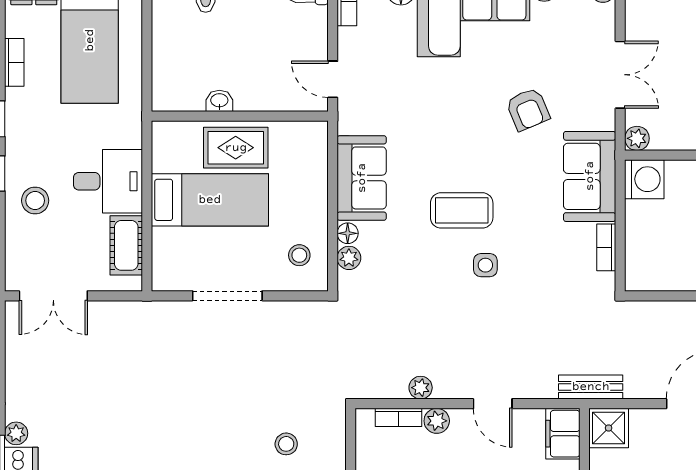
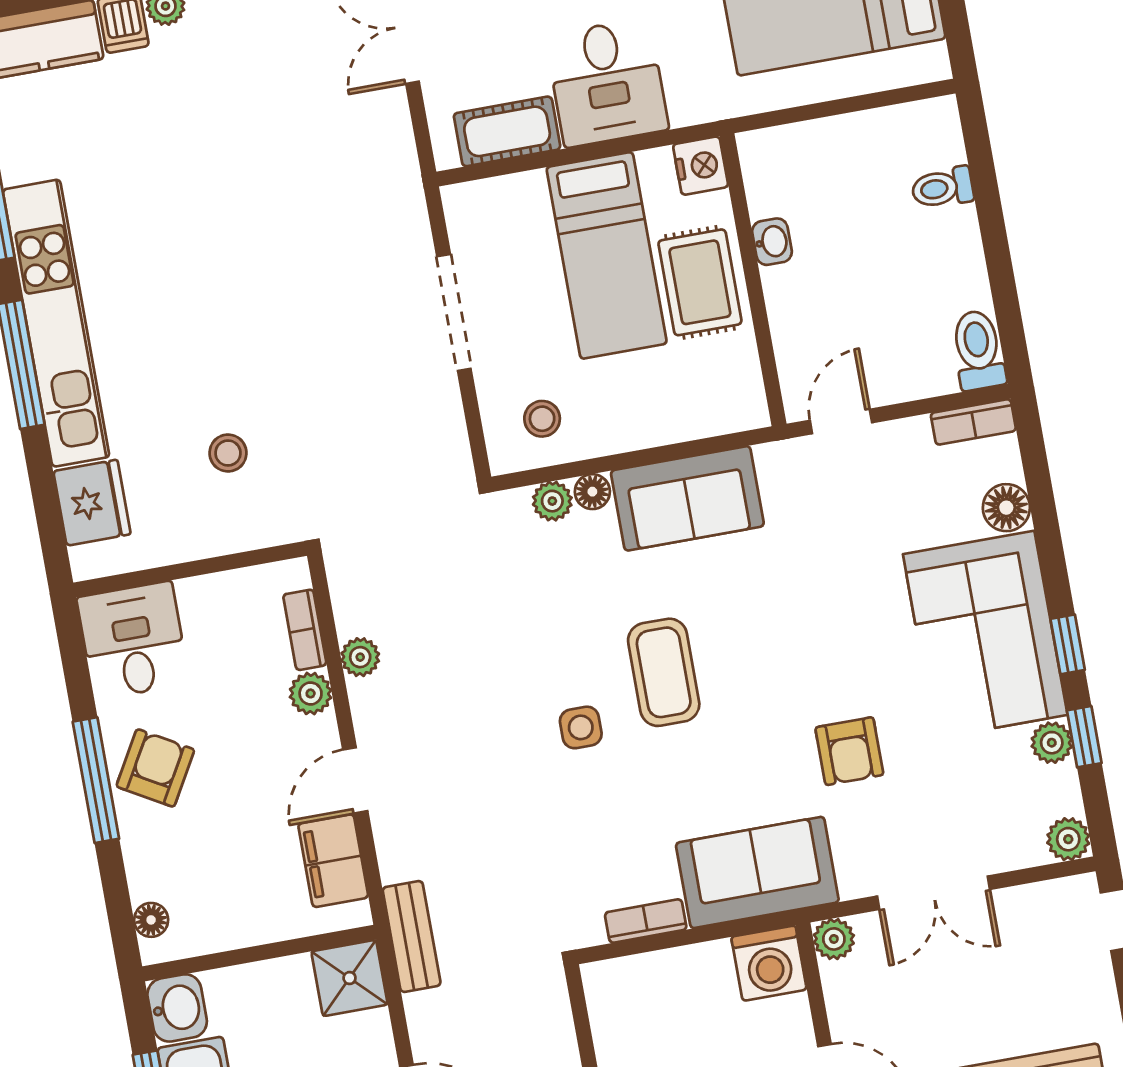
armchair: (528, 109) -> (849, 751), turned -67
nightstand: (167, 135) -> (701, 166), added
filing cabinet: (563, 434) -> (333, 861), moved, turned -90

